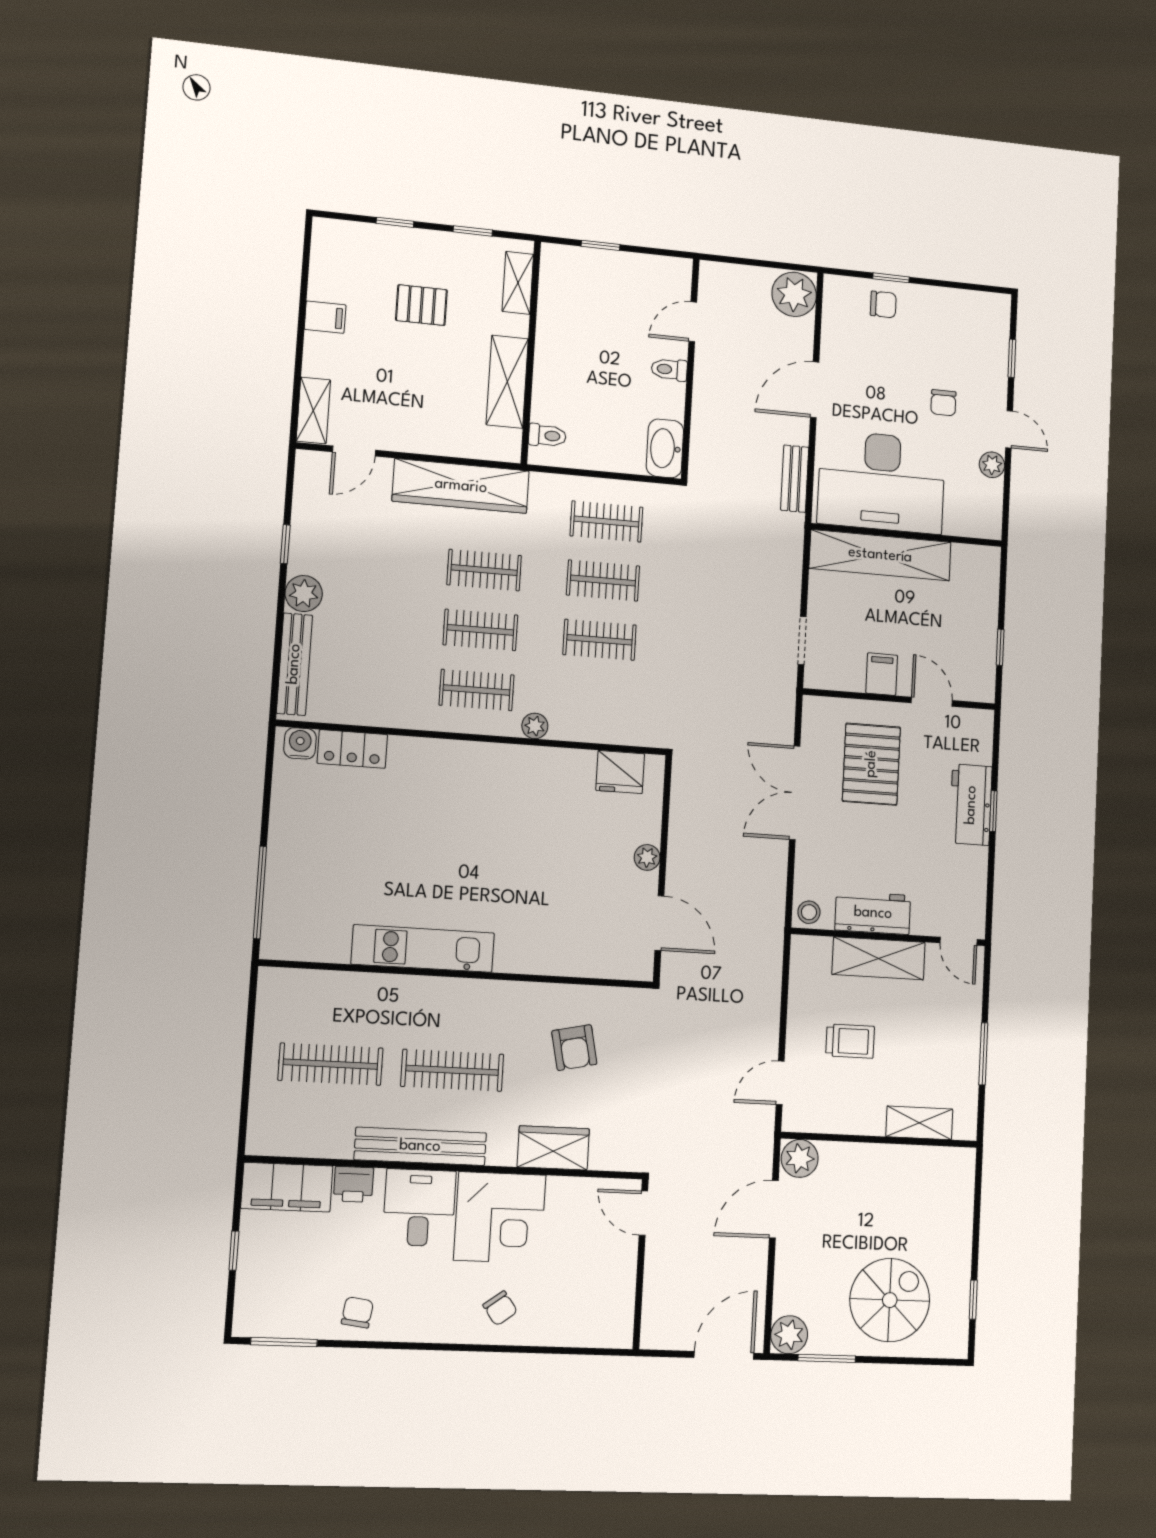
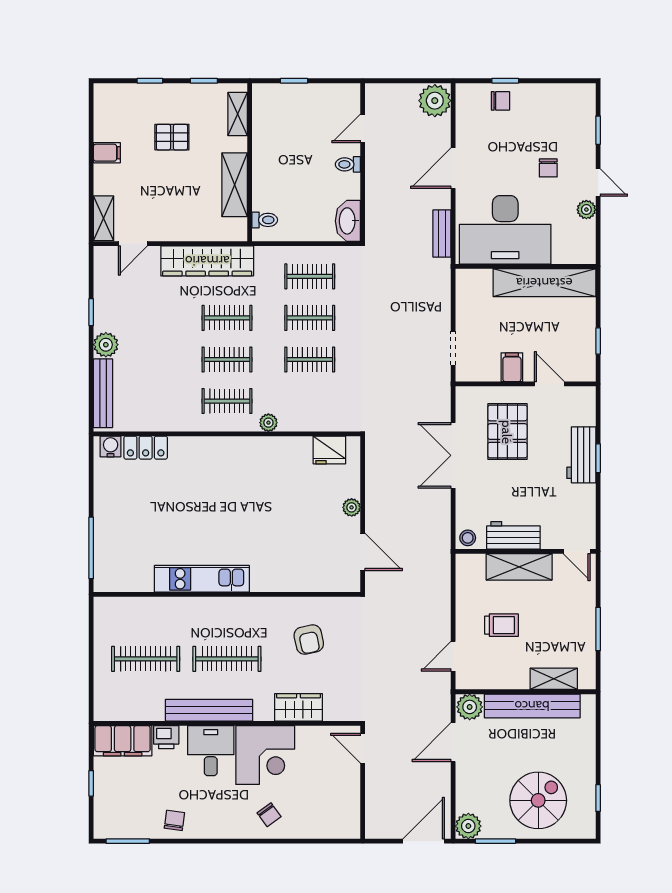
shelving: (880, 555) -> (544, 283), moved
bench: (888, 1161) -> (532, 706), added

